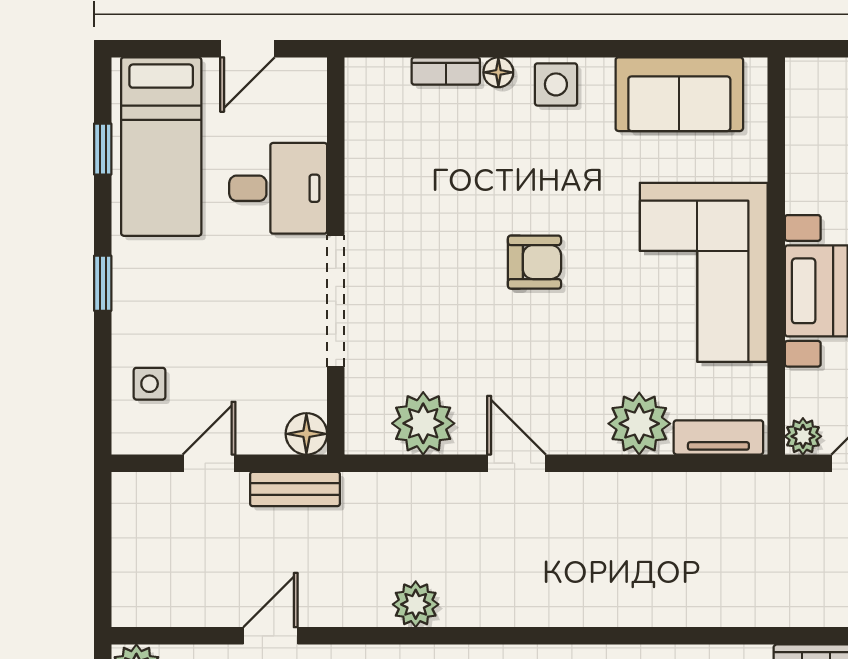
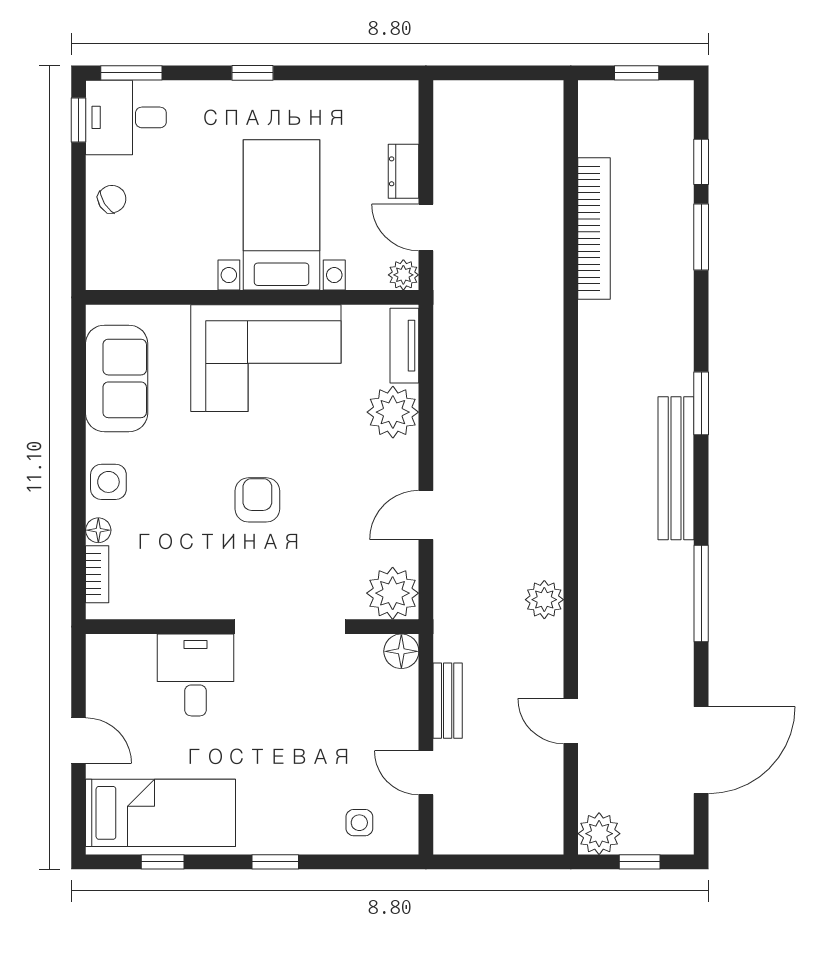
desk: (278, 188) -> (196, 675), moved
wall: (336, 256) -> (252, 627), moved
doorway: (336, 301) -> (290, 627), moved
floor lamp: (306, 434) -> (401, 651), moved

